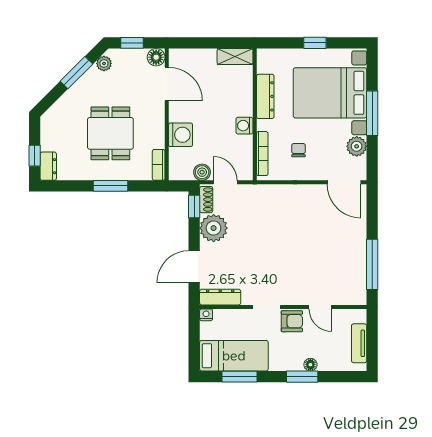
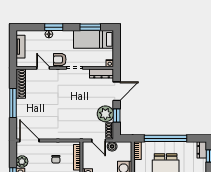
window: (111, 186) -> (165, 138), width x2.11
window: (194, 207) -> (117, 116), moved
window: (372, 264) -> (13, 103), moved
shoe rack: (359, 280) -> (21, 84), added

